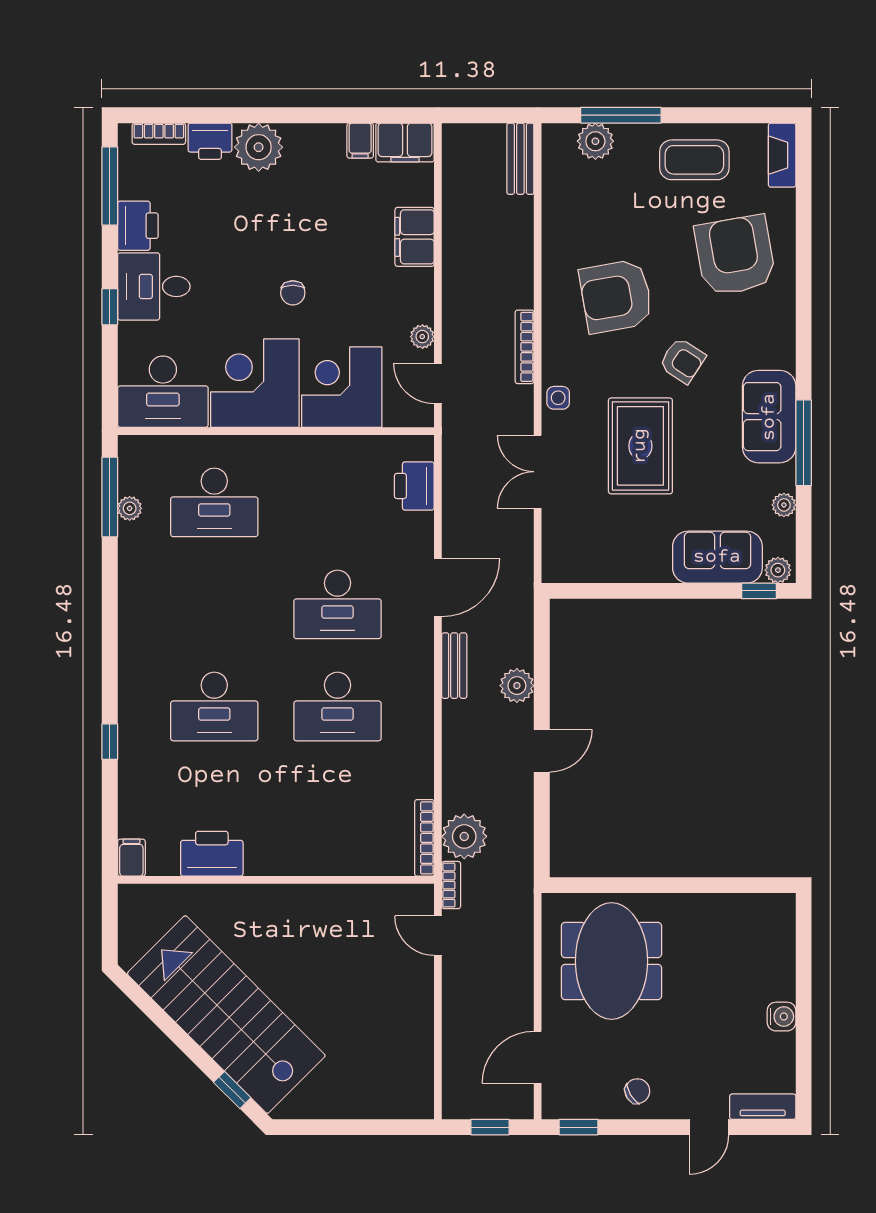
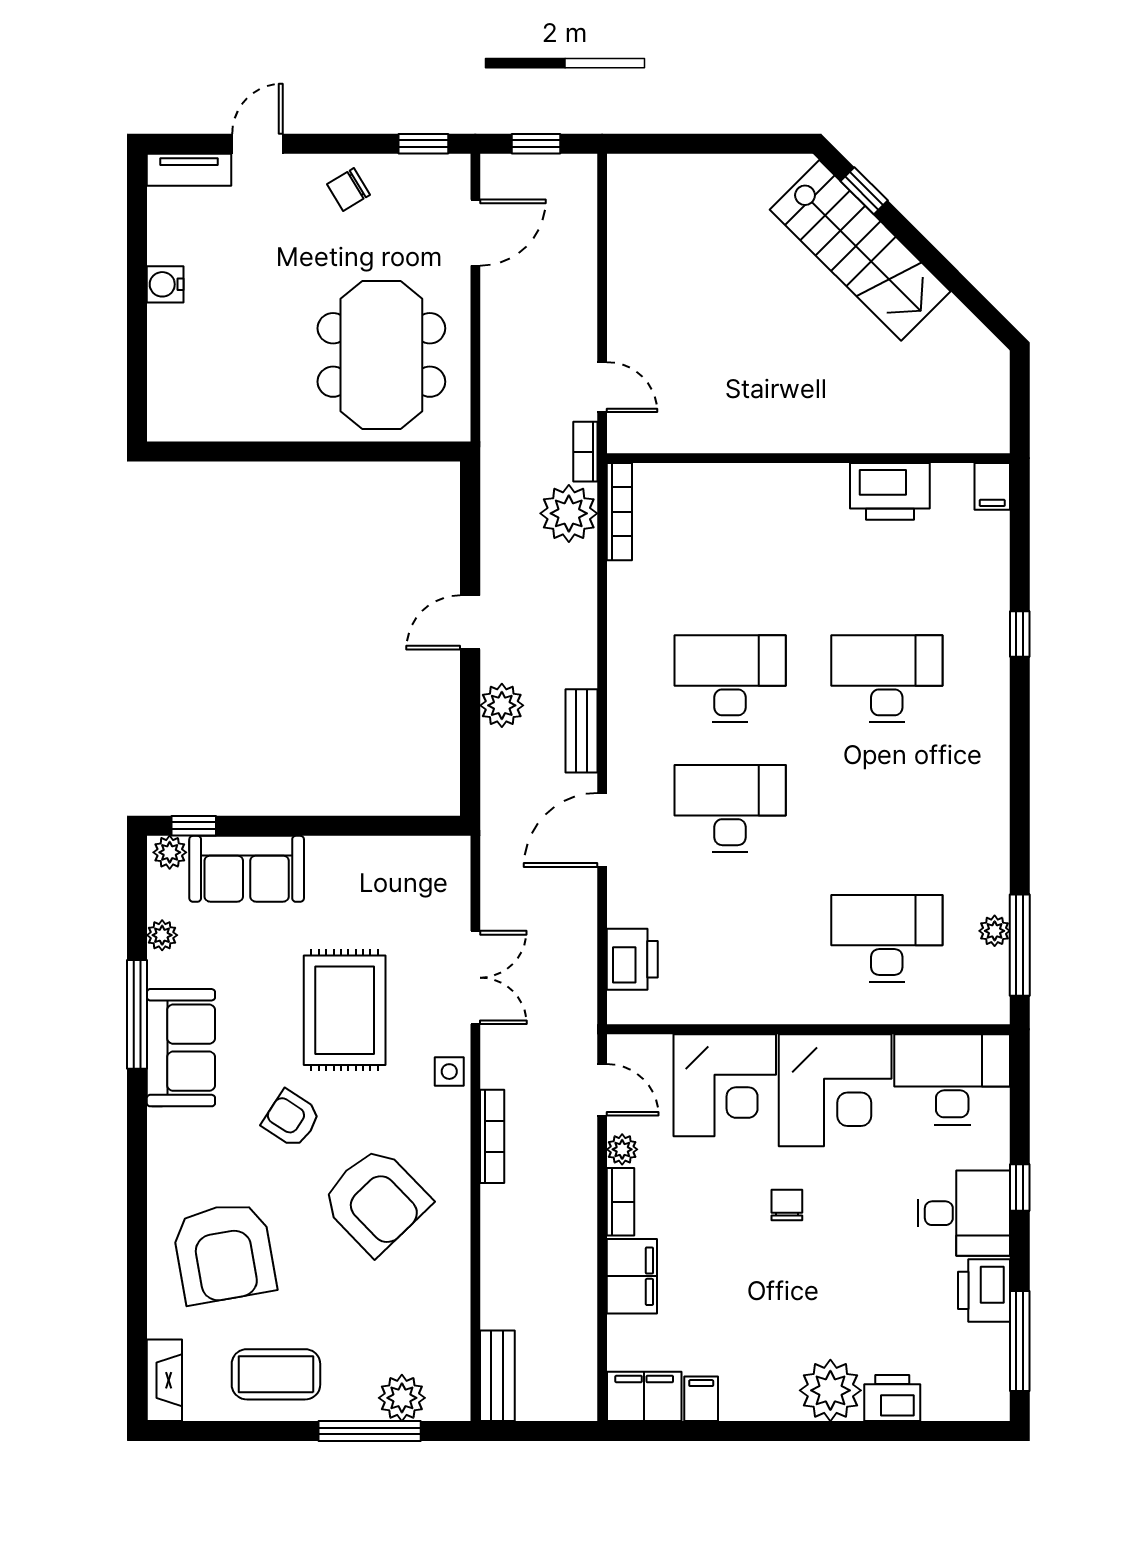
bookcase: (159, 134) -> (621, 1202), moved, turned 90
armchair: (616, 296) -> (376, 1201), turned 56
stairs: (226, 1015) -> (860, 250), width x0.73, depth x0.66

